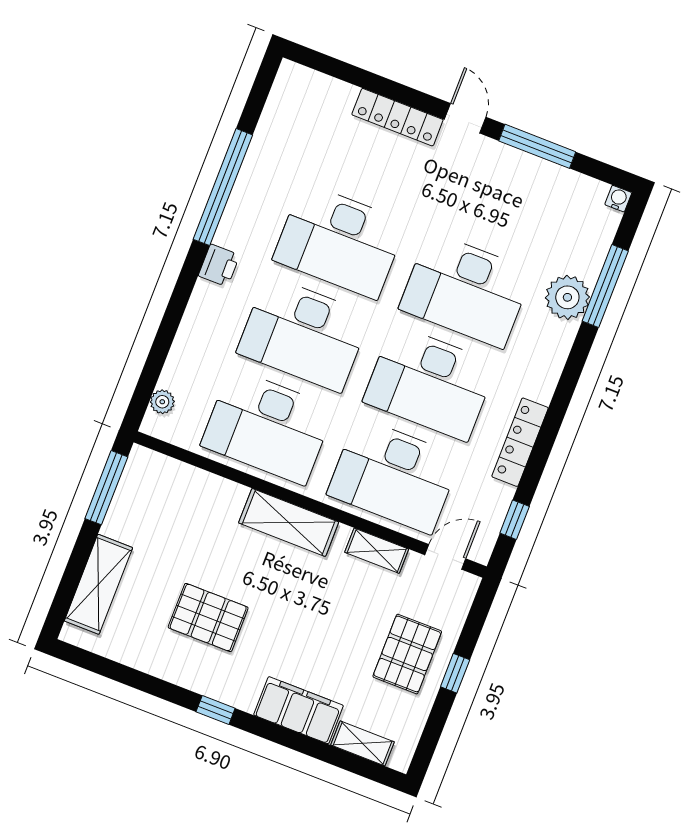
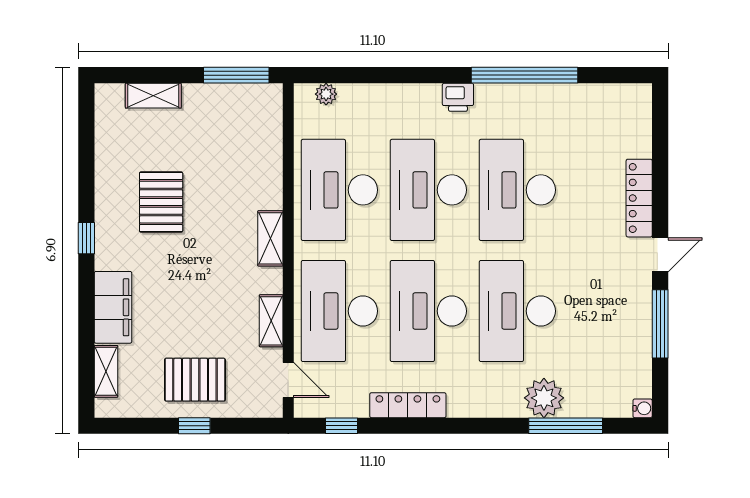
shelving: (289, 522) -> (270, 238), width x0.67, depth x0.75
shelving: (98, 584) -> (153, 96), width x0.67, depth x0.75

